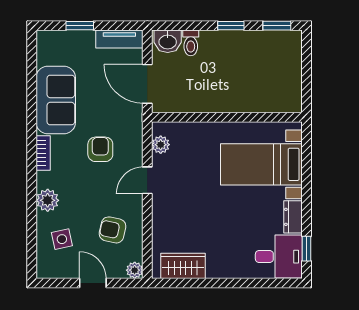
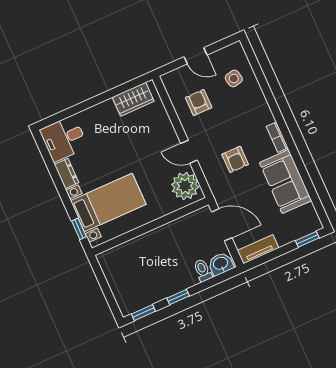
window: (80, 26) -> (307, 239), moved
plant: (161, 145) -> (185, 186), width x1.88, depth x1.88
door: (147, 180) -> (189, 152), swing flipped
plant: (48, 200) -> (258, 103), removed
armchair: (113, 230) -> (199, 103), turned -102
window: (307, 249) -> (79, 229), moved
plant: (135, 270) -> (168, 80), removed

